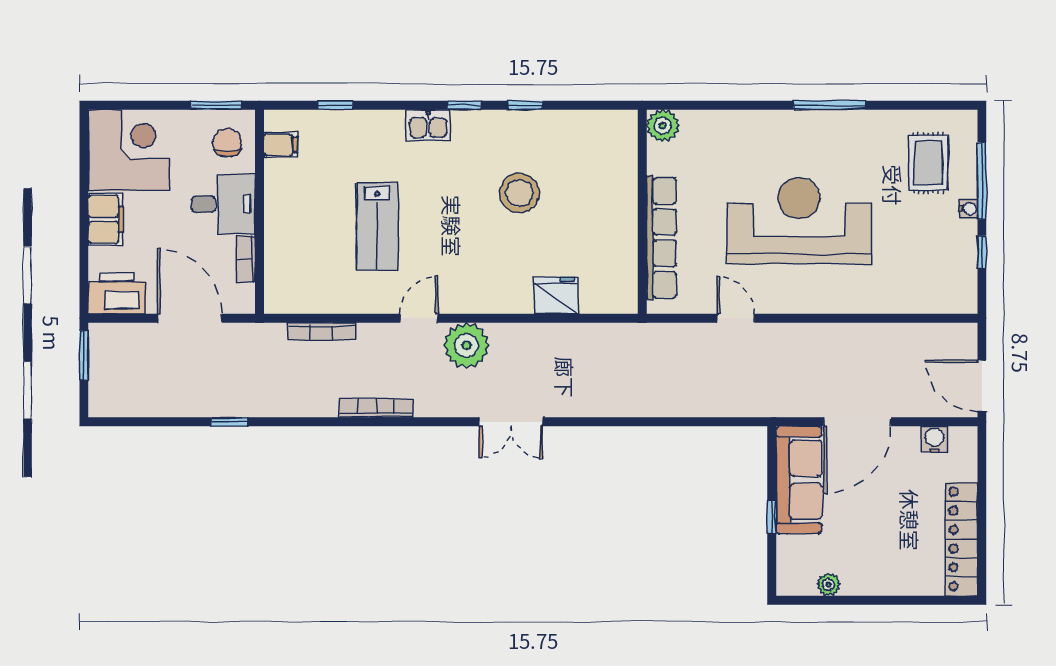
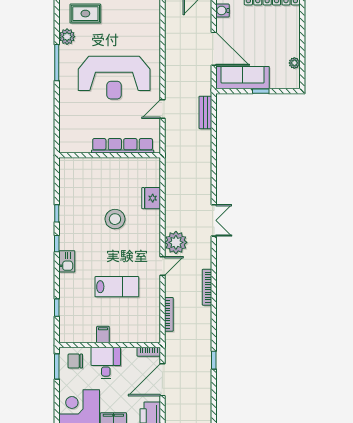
plant: (663, 126) -> (67, 37), moved
filing cabinet: (281, 145) -> (103, 335), moved
stool: (519, 193) -> (115, 219), moved
reception desk: (799, 221) -> (114, 78), turned -90
bookcase: (246, 259) -> (149, 352), moved
door: (419, 318) -> (162, 266), swing flipped
bench: (729, 405) -> (205, 112), added

